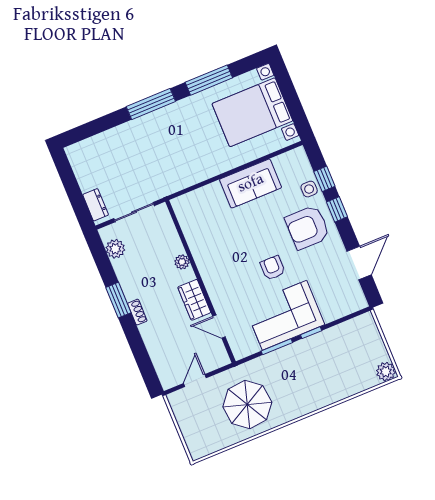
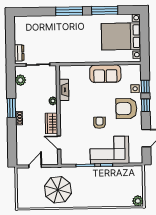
fireplace: (193, 237) -> (64, 90), added
corner sofa: (285, 315) -> (109, 150), moved

